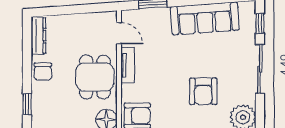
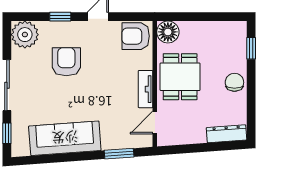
door: (119, 33) -> (155, 122), hinge flipped
dresser: (38, 36) -> (227, 134), moved, turned 86

